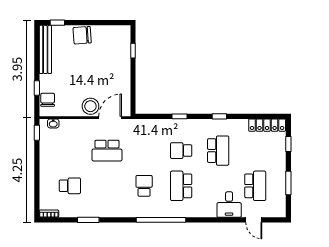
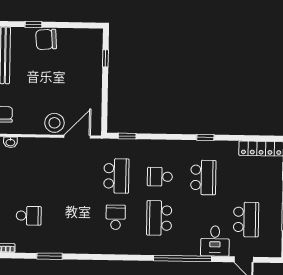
window: (57, 23) -> (33, 24), moved
window: (179, 116) -> (127, 136), moved
school desk: (107, 151) -> (116, 176), moved, turned -90
window: (161, 220) -> (183, 258), moved

